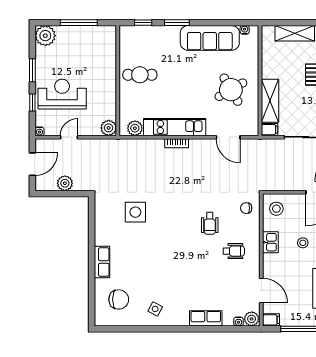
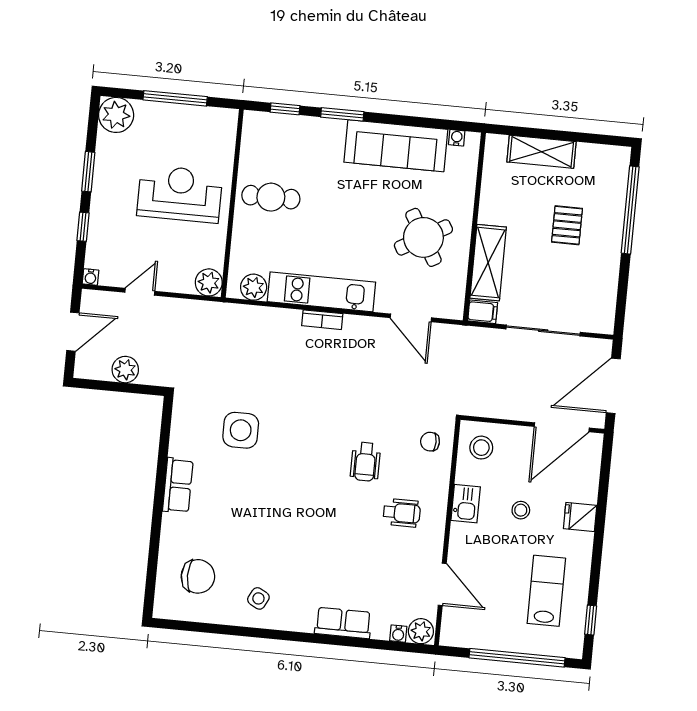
reception desk: (62, 94) -> (180, 194), moved
row of seats: (102, 262) -> (178, 485), moved
filing cabinet: (271, 320) -> (454, 636), removed

